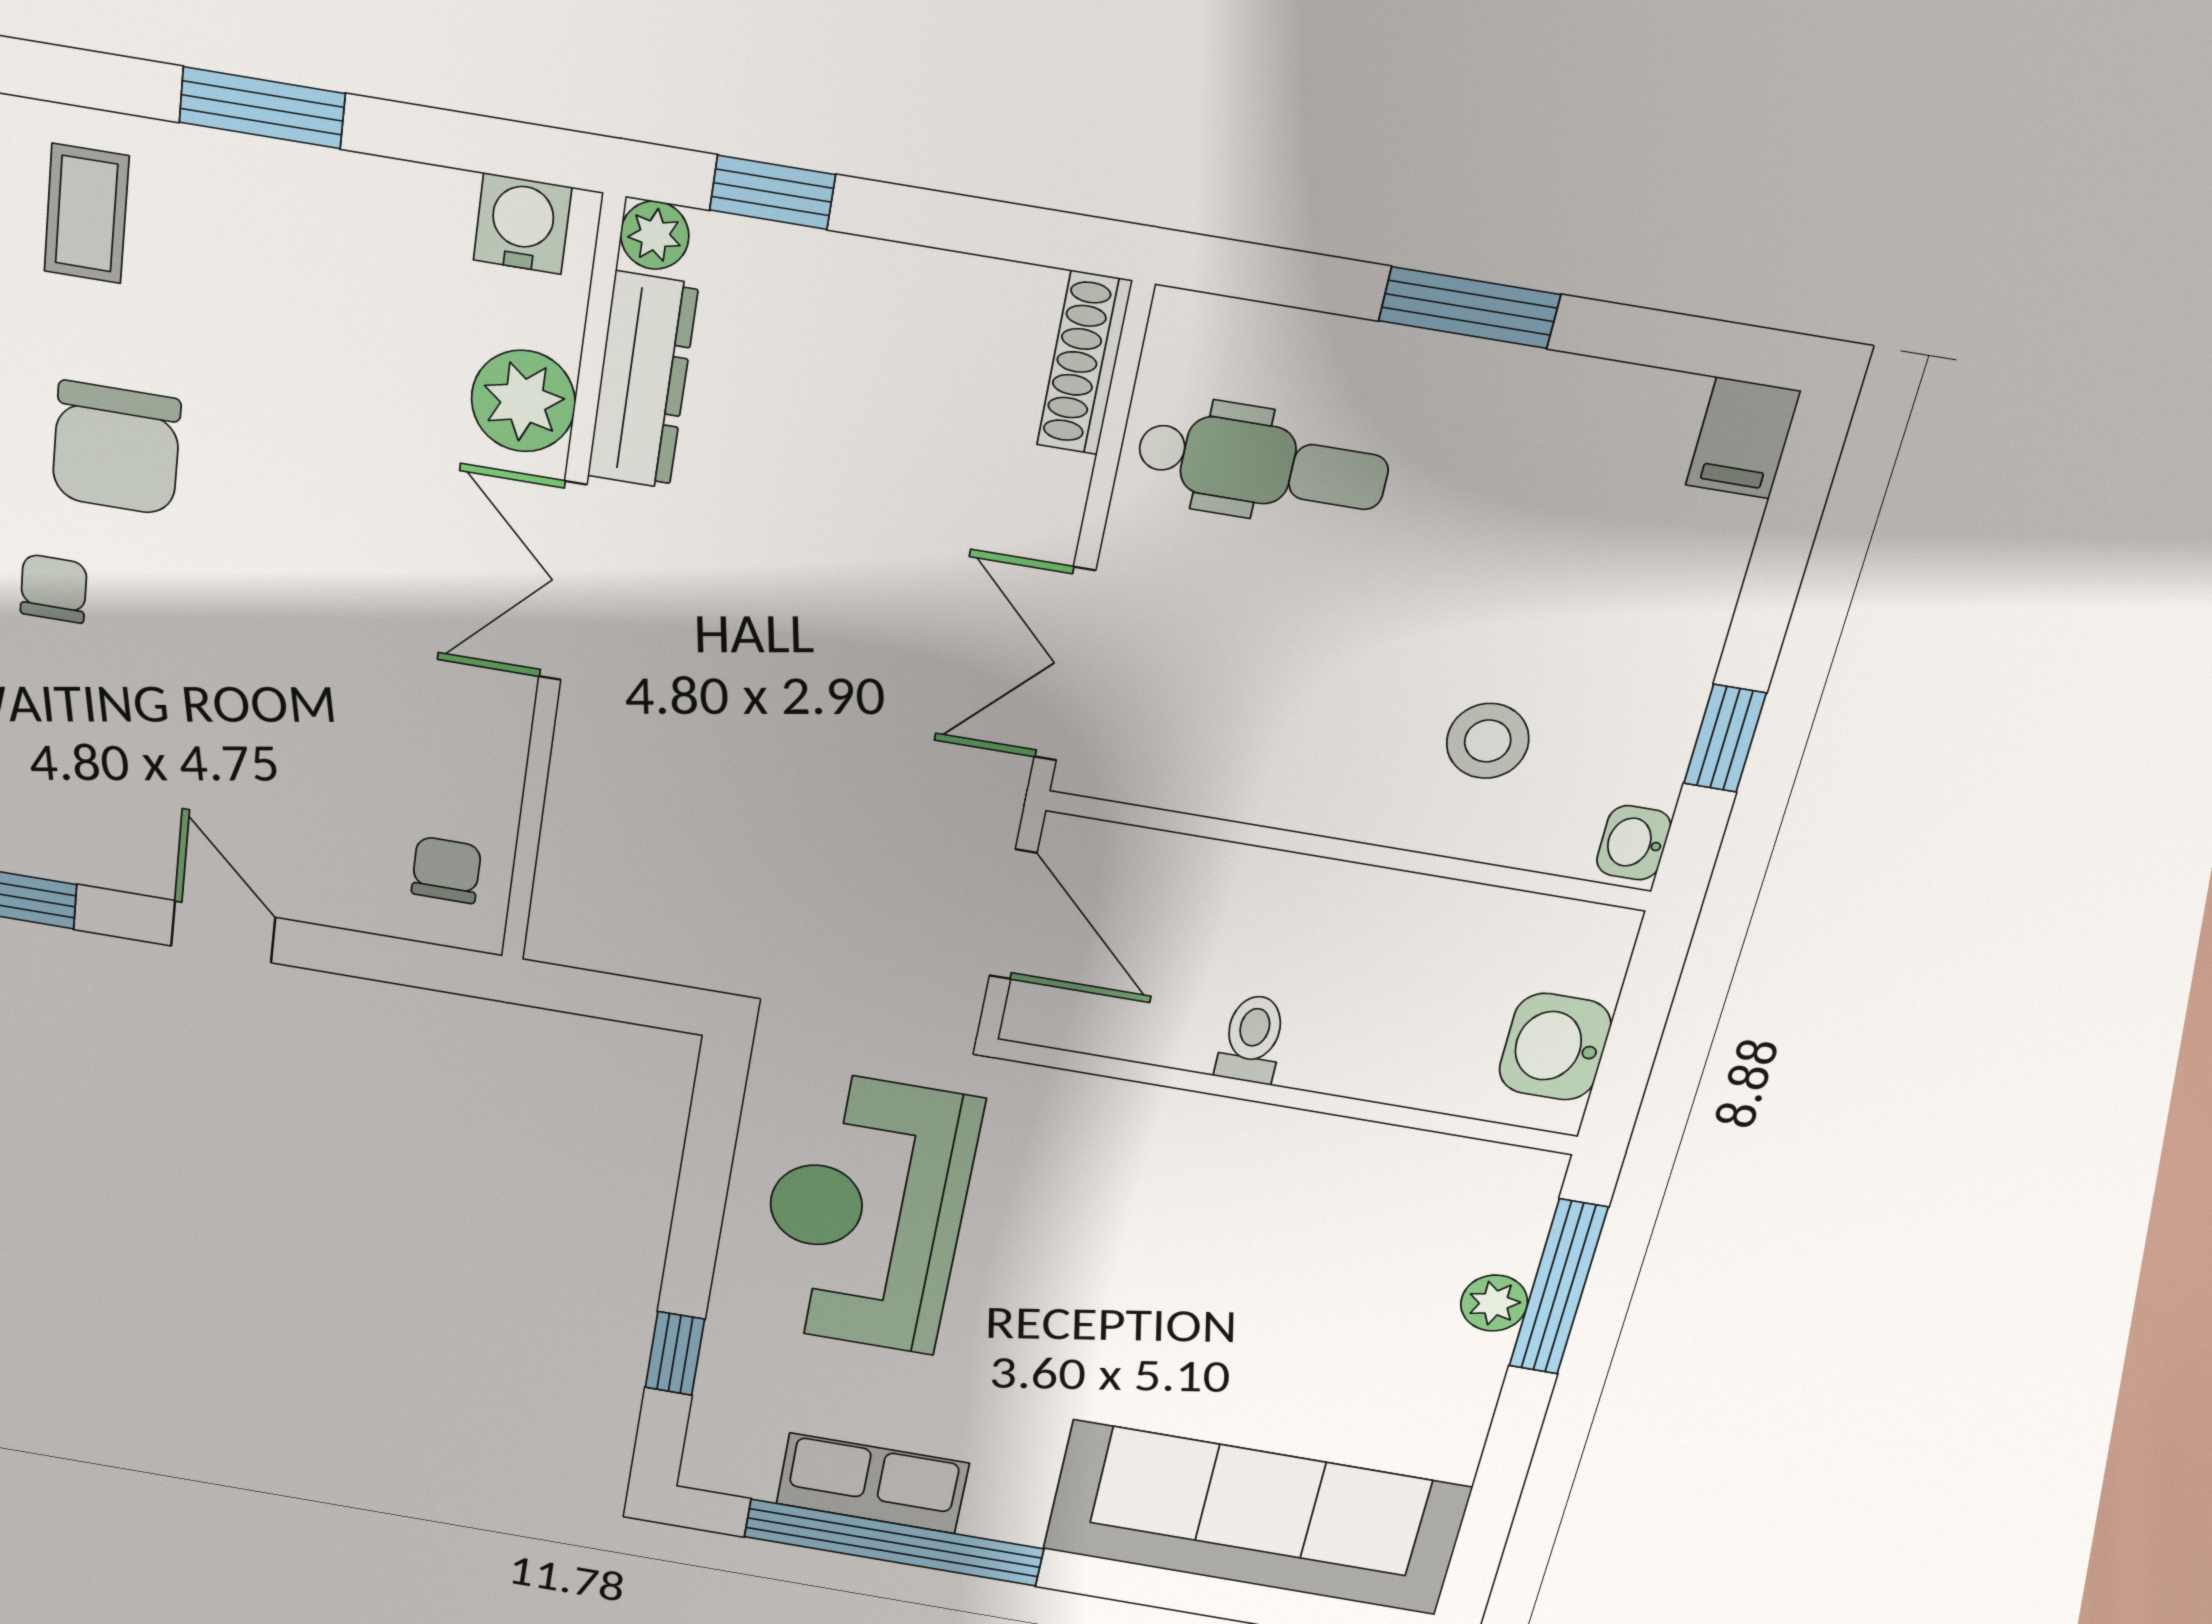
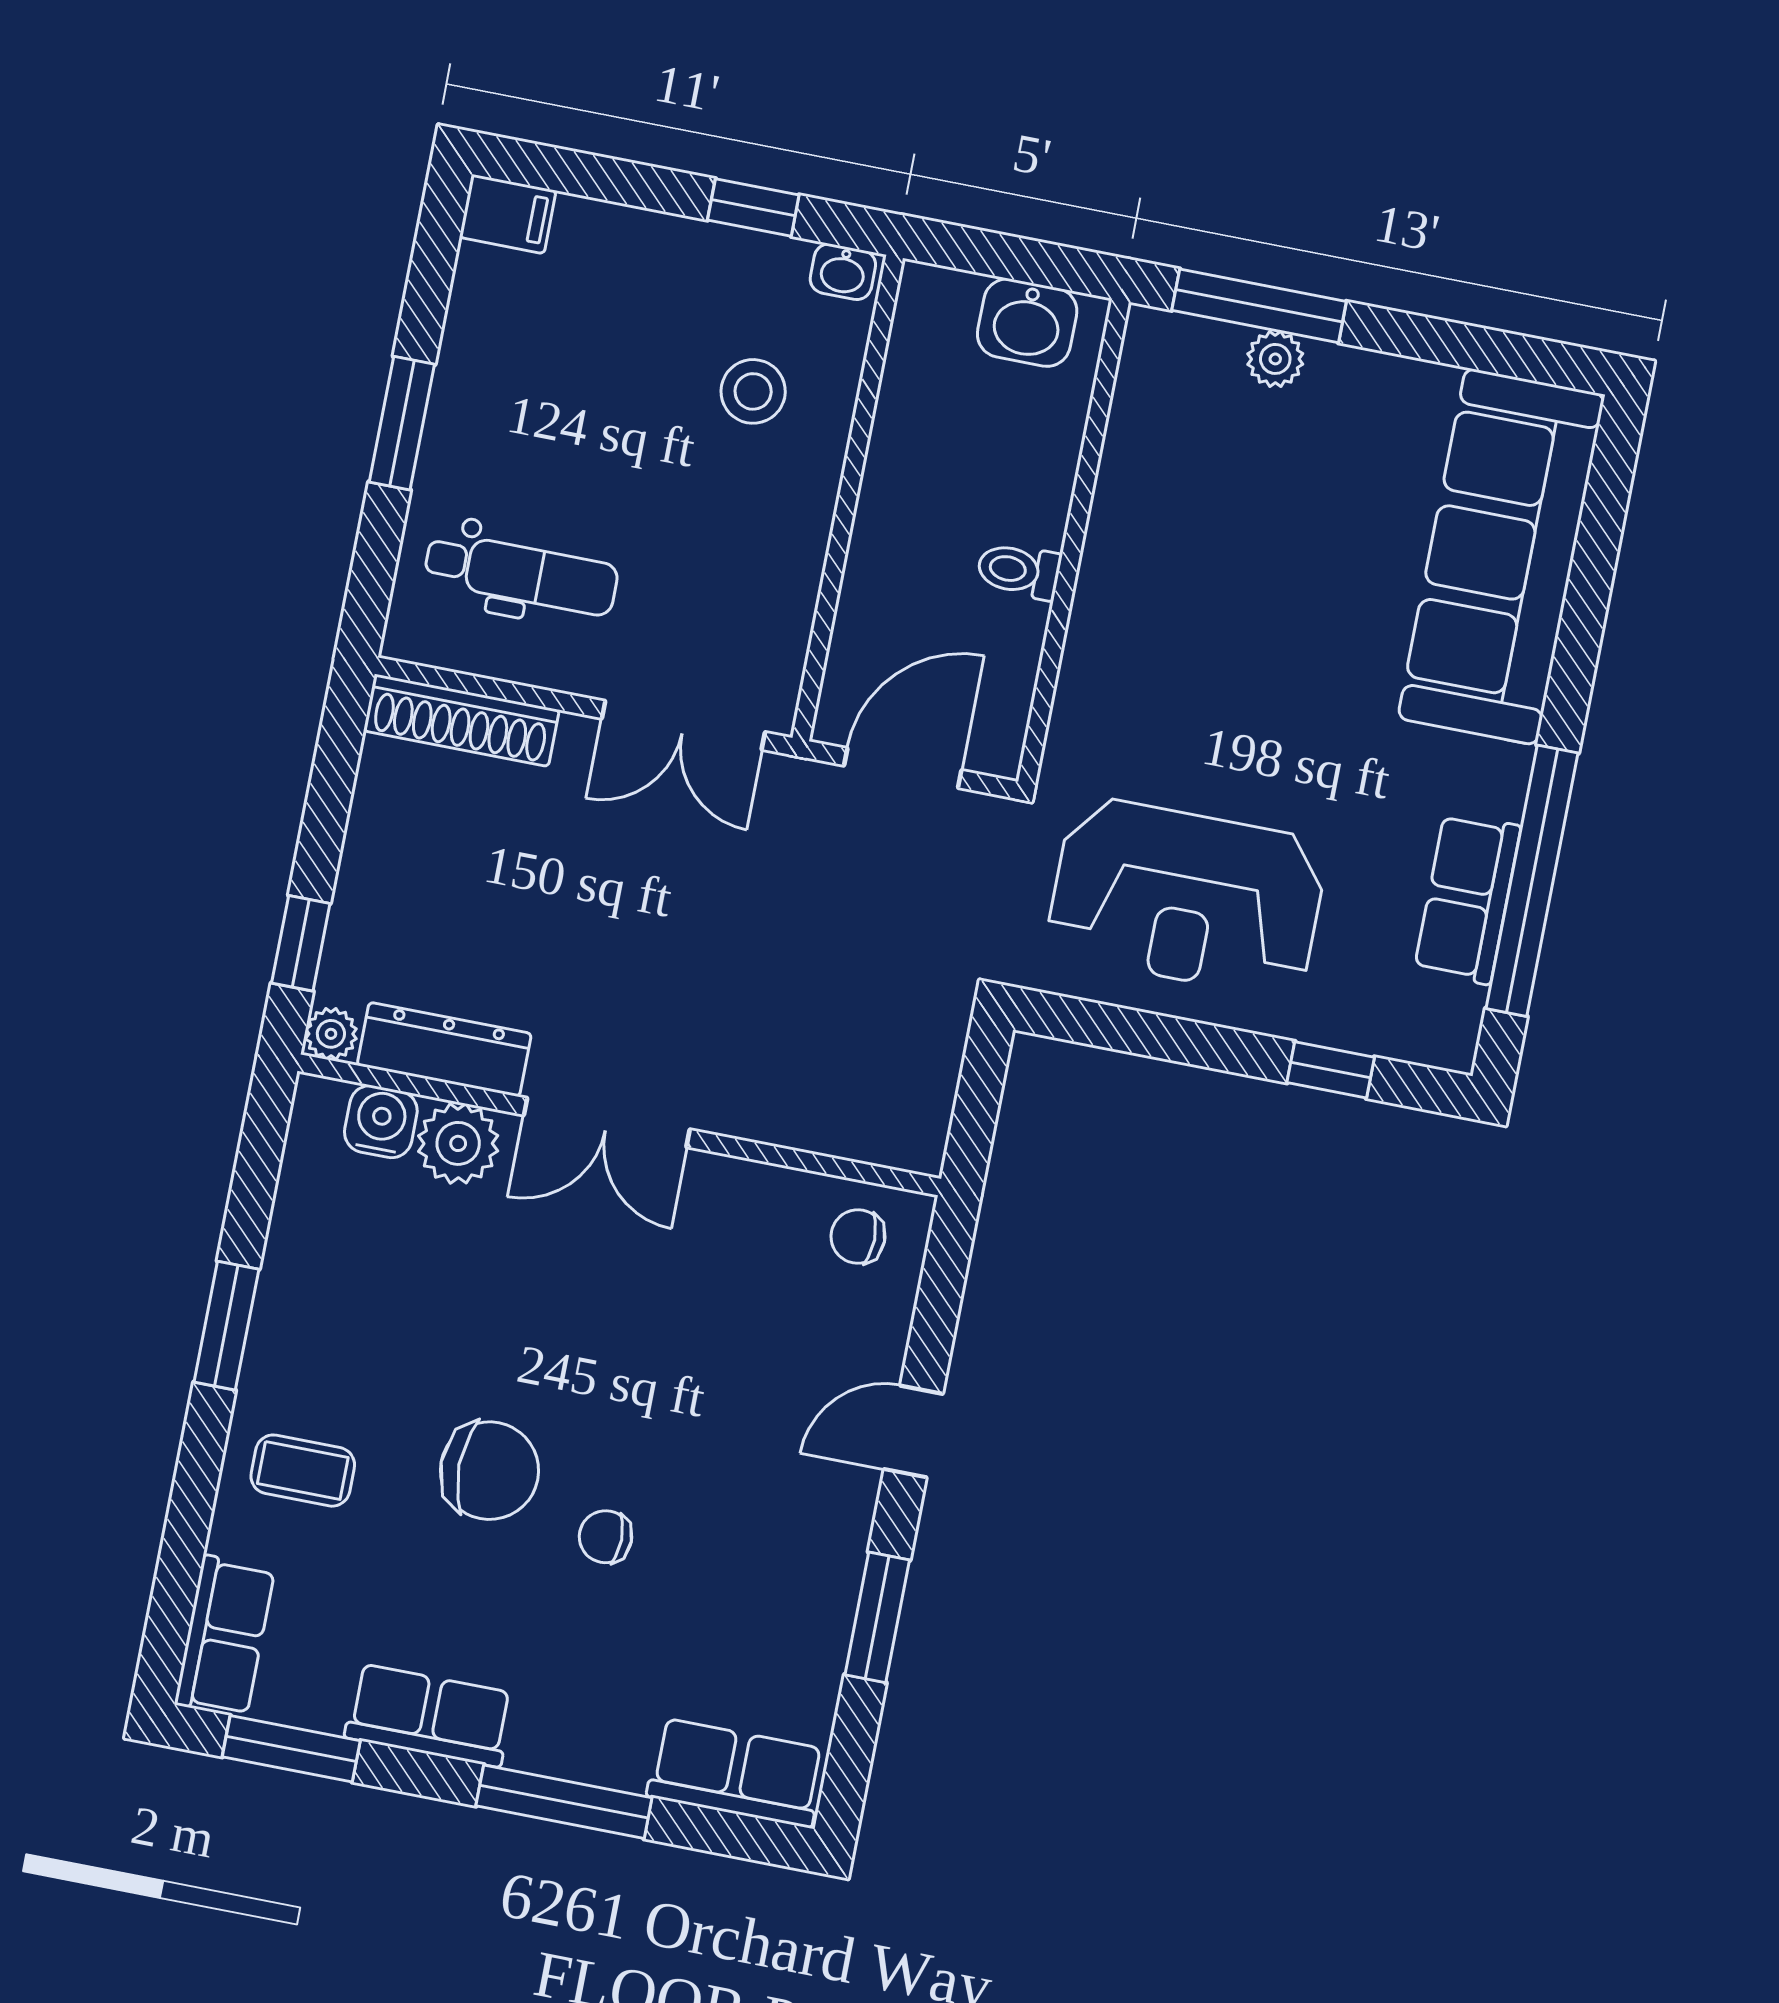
water cooler: (522, 224) -> (381, 1122), moved, turned 90
shoe rack: (1084, 363) -> (461, 720), width x1.36, depth x1.24
dental chair: (1263, 464) -> (521, 574), turned 90

